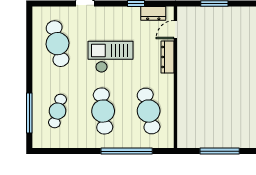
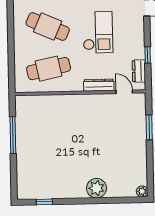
cafe table: (103, 111) -> (48, 27), turned 30
window: (127, 151) -> (11, 49), removed

